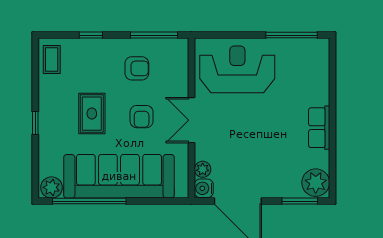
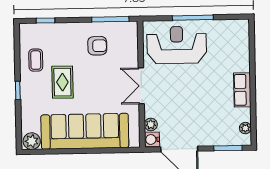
window: (91, 35) -> (46, 20), moved
window: (292, 35) -> (193, 18), moved
coffee table: (52, 59) -> (36, 60), moved
armchair: (142, 117) -> (102, 84), removed
plant: (316, 183) -> (245, 128), width x0.53, depth x0.53
window: (89, 201) -> (62, 151), removed

